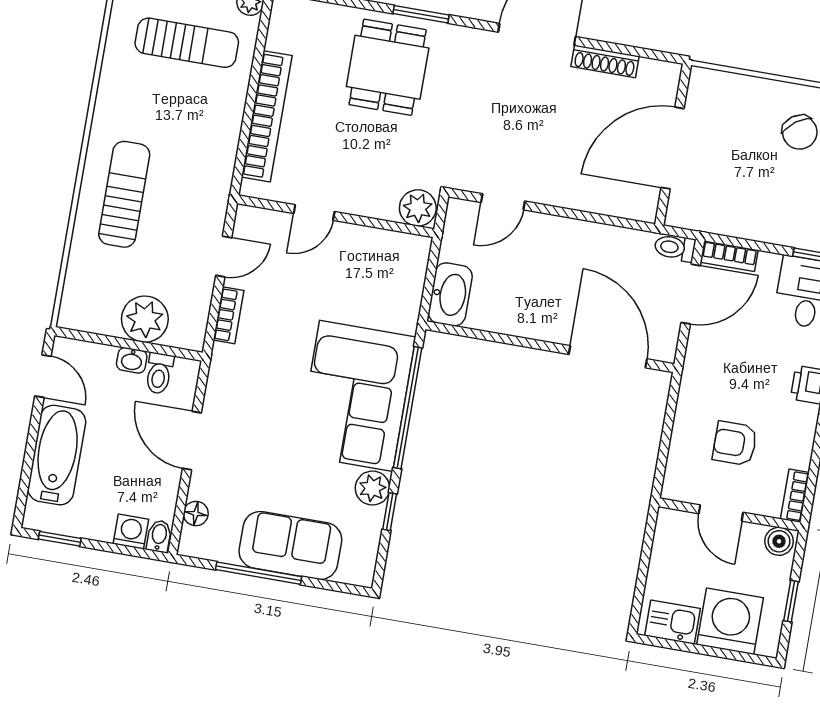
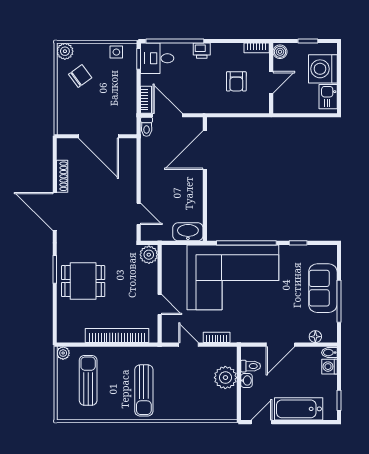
sun lounger: (124, 194) -> (144, 390), moved, turned -90
corner sofa: (356, 396) -> (233, 277), width x1.36, depth x1.36
plant: (372, 488) -> (288, 253), removed

